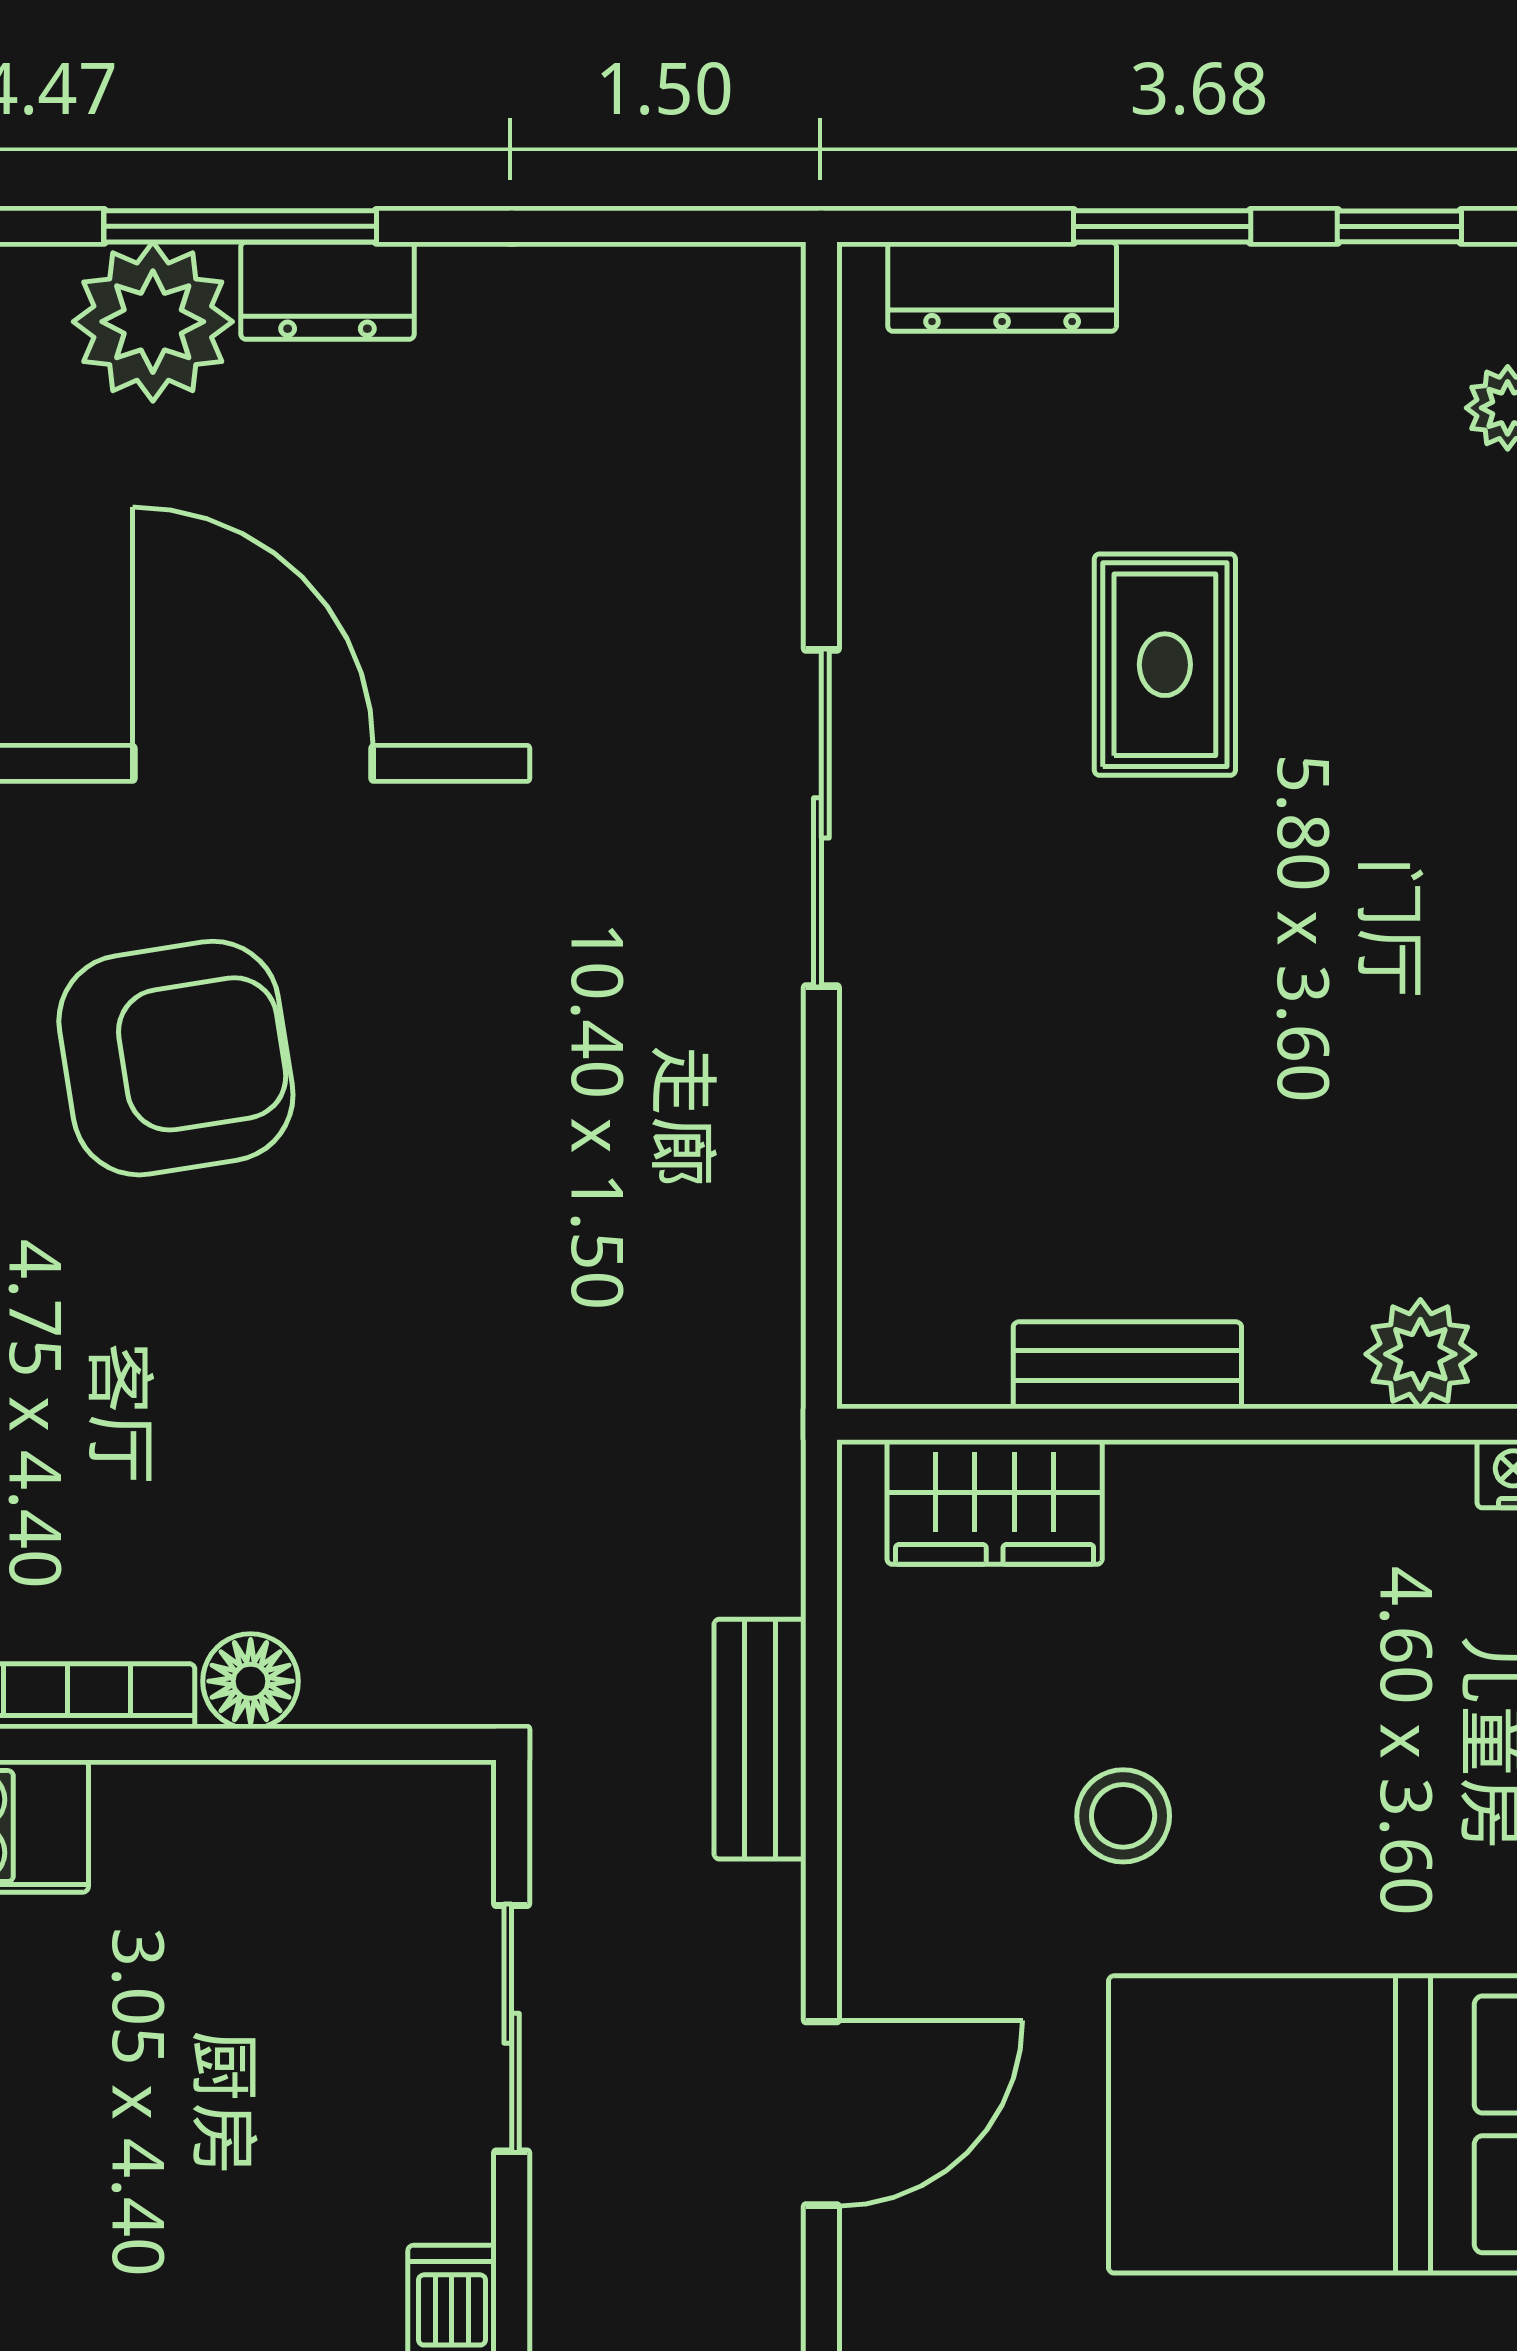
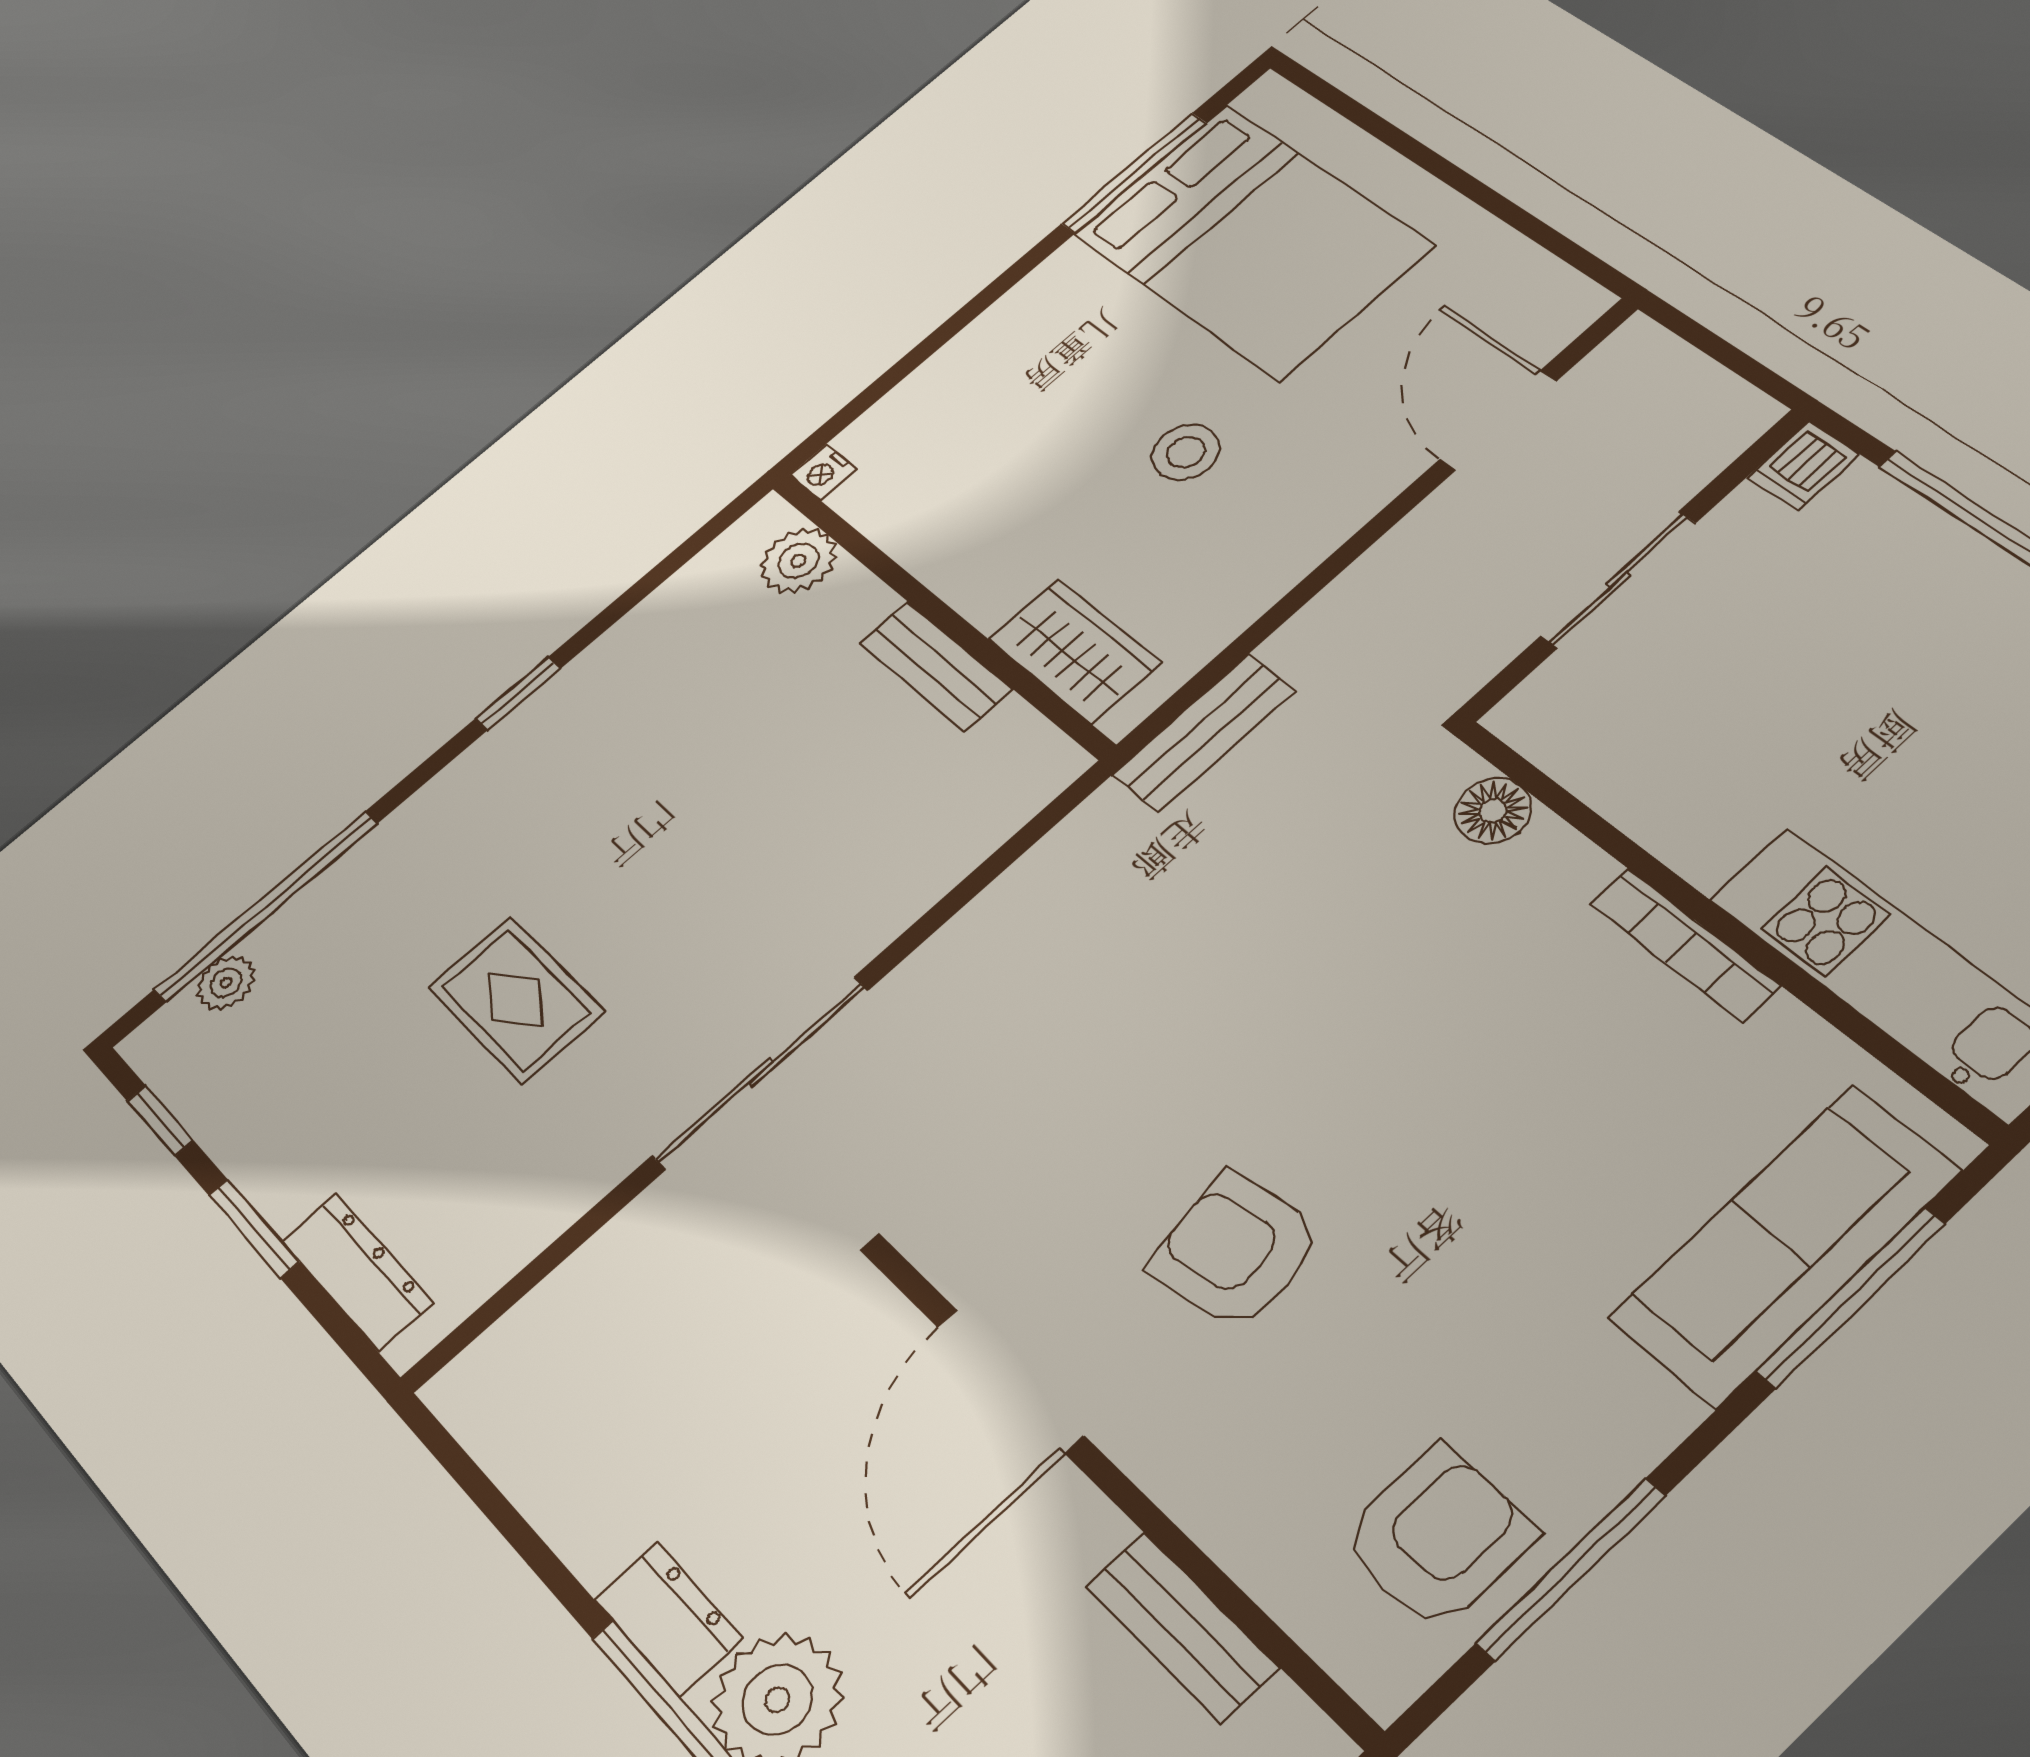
rug: (1165, 665) -> (516, 1000), turned 90
armchair: (176, 1058) -> (1236, 1250), width x0.73, depth x0.73
floor lamp: (251, 1681) -> (1493, 811), moved
bench: (760, 1739) -> (1203, 733), moved
door: (821, 2113) -> (1498, 420), hinge flipped

